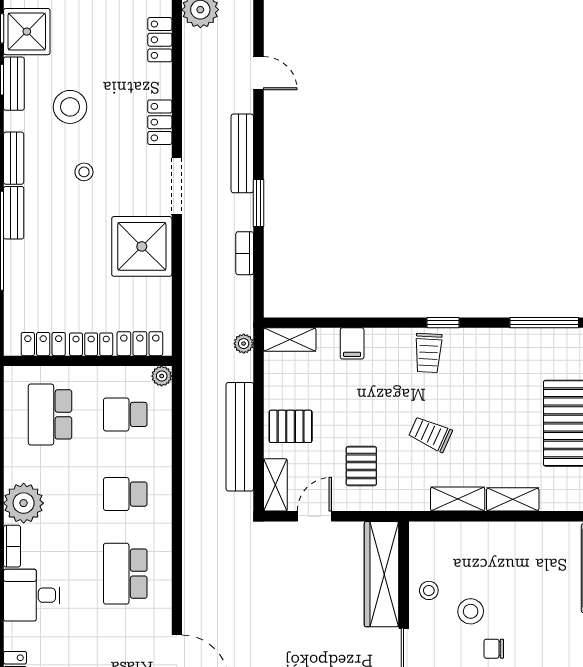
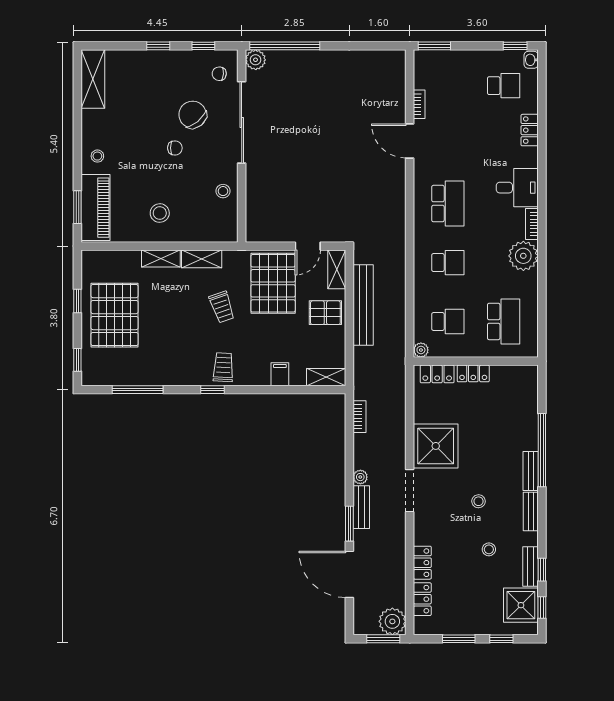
door: (258, 73) -> (349, 574), width x1.87
stool: (70, 107) -> (489, 549), width x0.53, depth x0.53
locker: (160, 122) -> (422, 563), moved
bench: (242, 153) -> (361, 507), width x0.73
window: (258, 203) -> (349, 524), moved
bookcase: (245, 253) -> (359, 417), moved
locker: (43, 344) -> (509, 374), removed
plant: (244, 344) -> (360, 477), moved
trolley: (430, 434) -> (222, 307), turned 47
pallet: (361, 466) -> (273, 283), width x2.05, depth x2.00
wardrobe: (382, 574) -> (258, 203), removed
stool: (471, 611) -> (160, 213), moved

